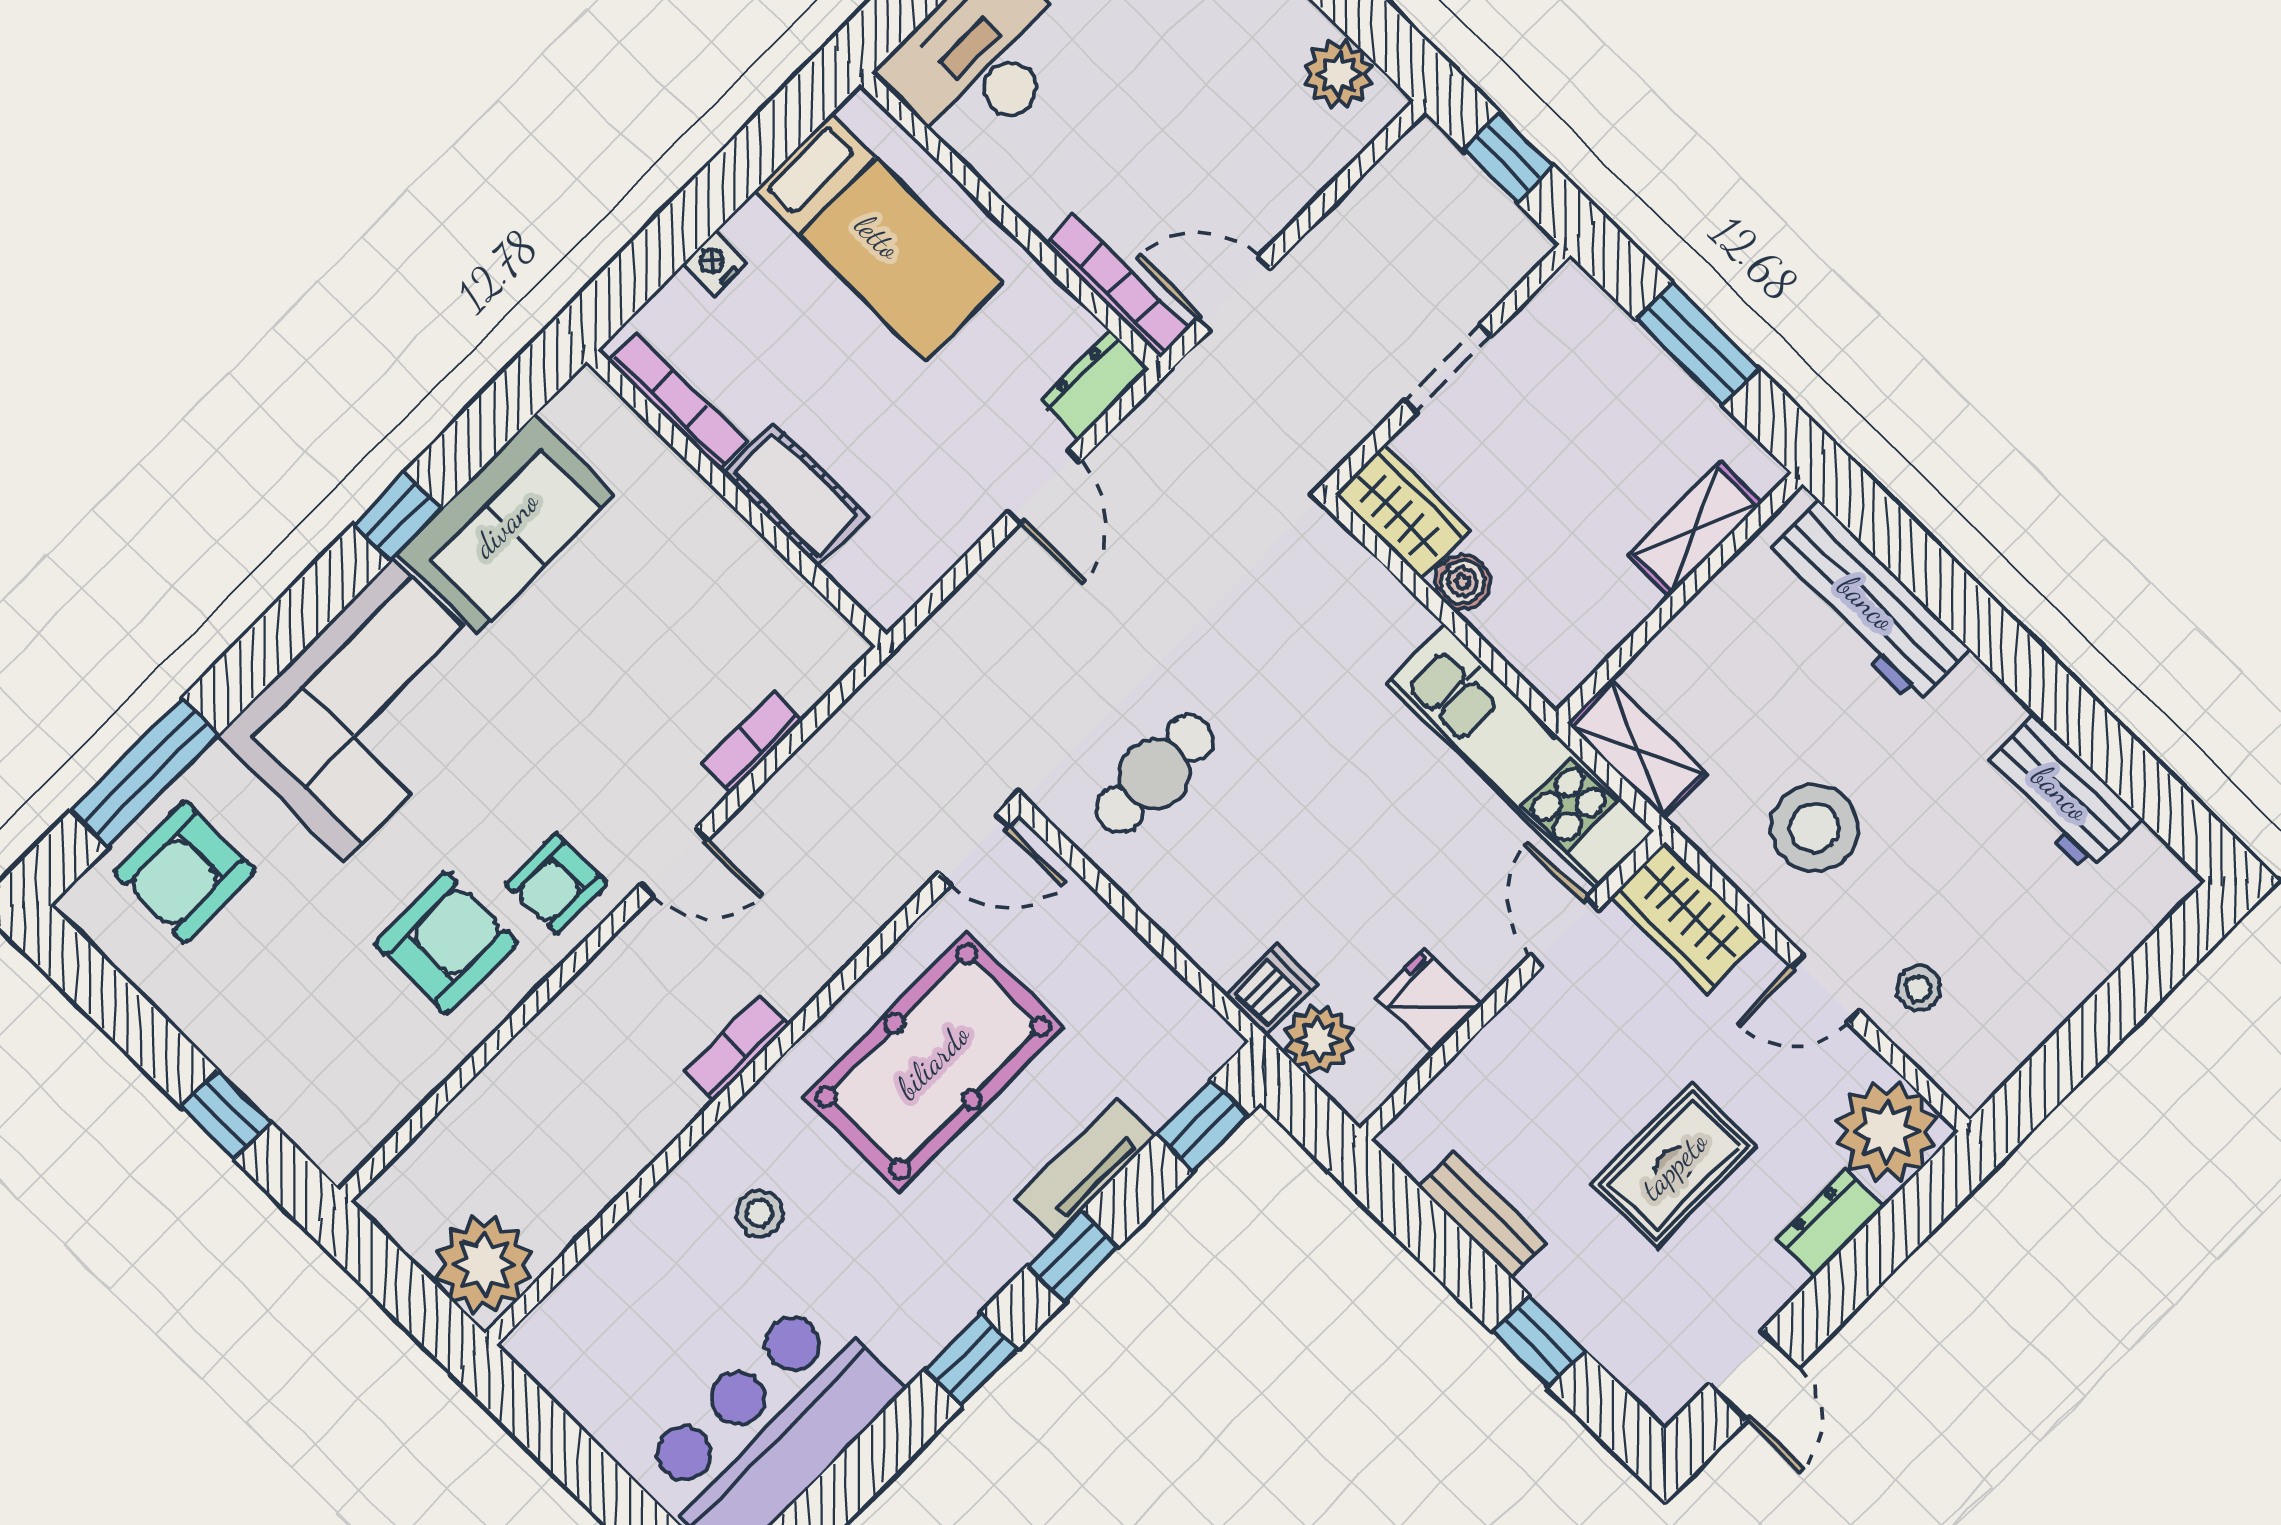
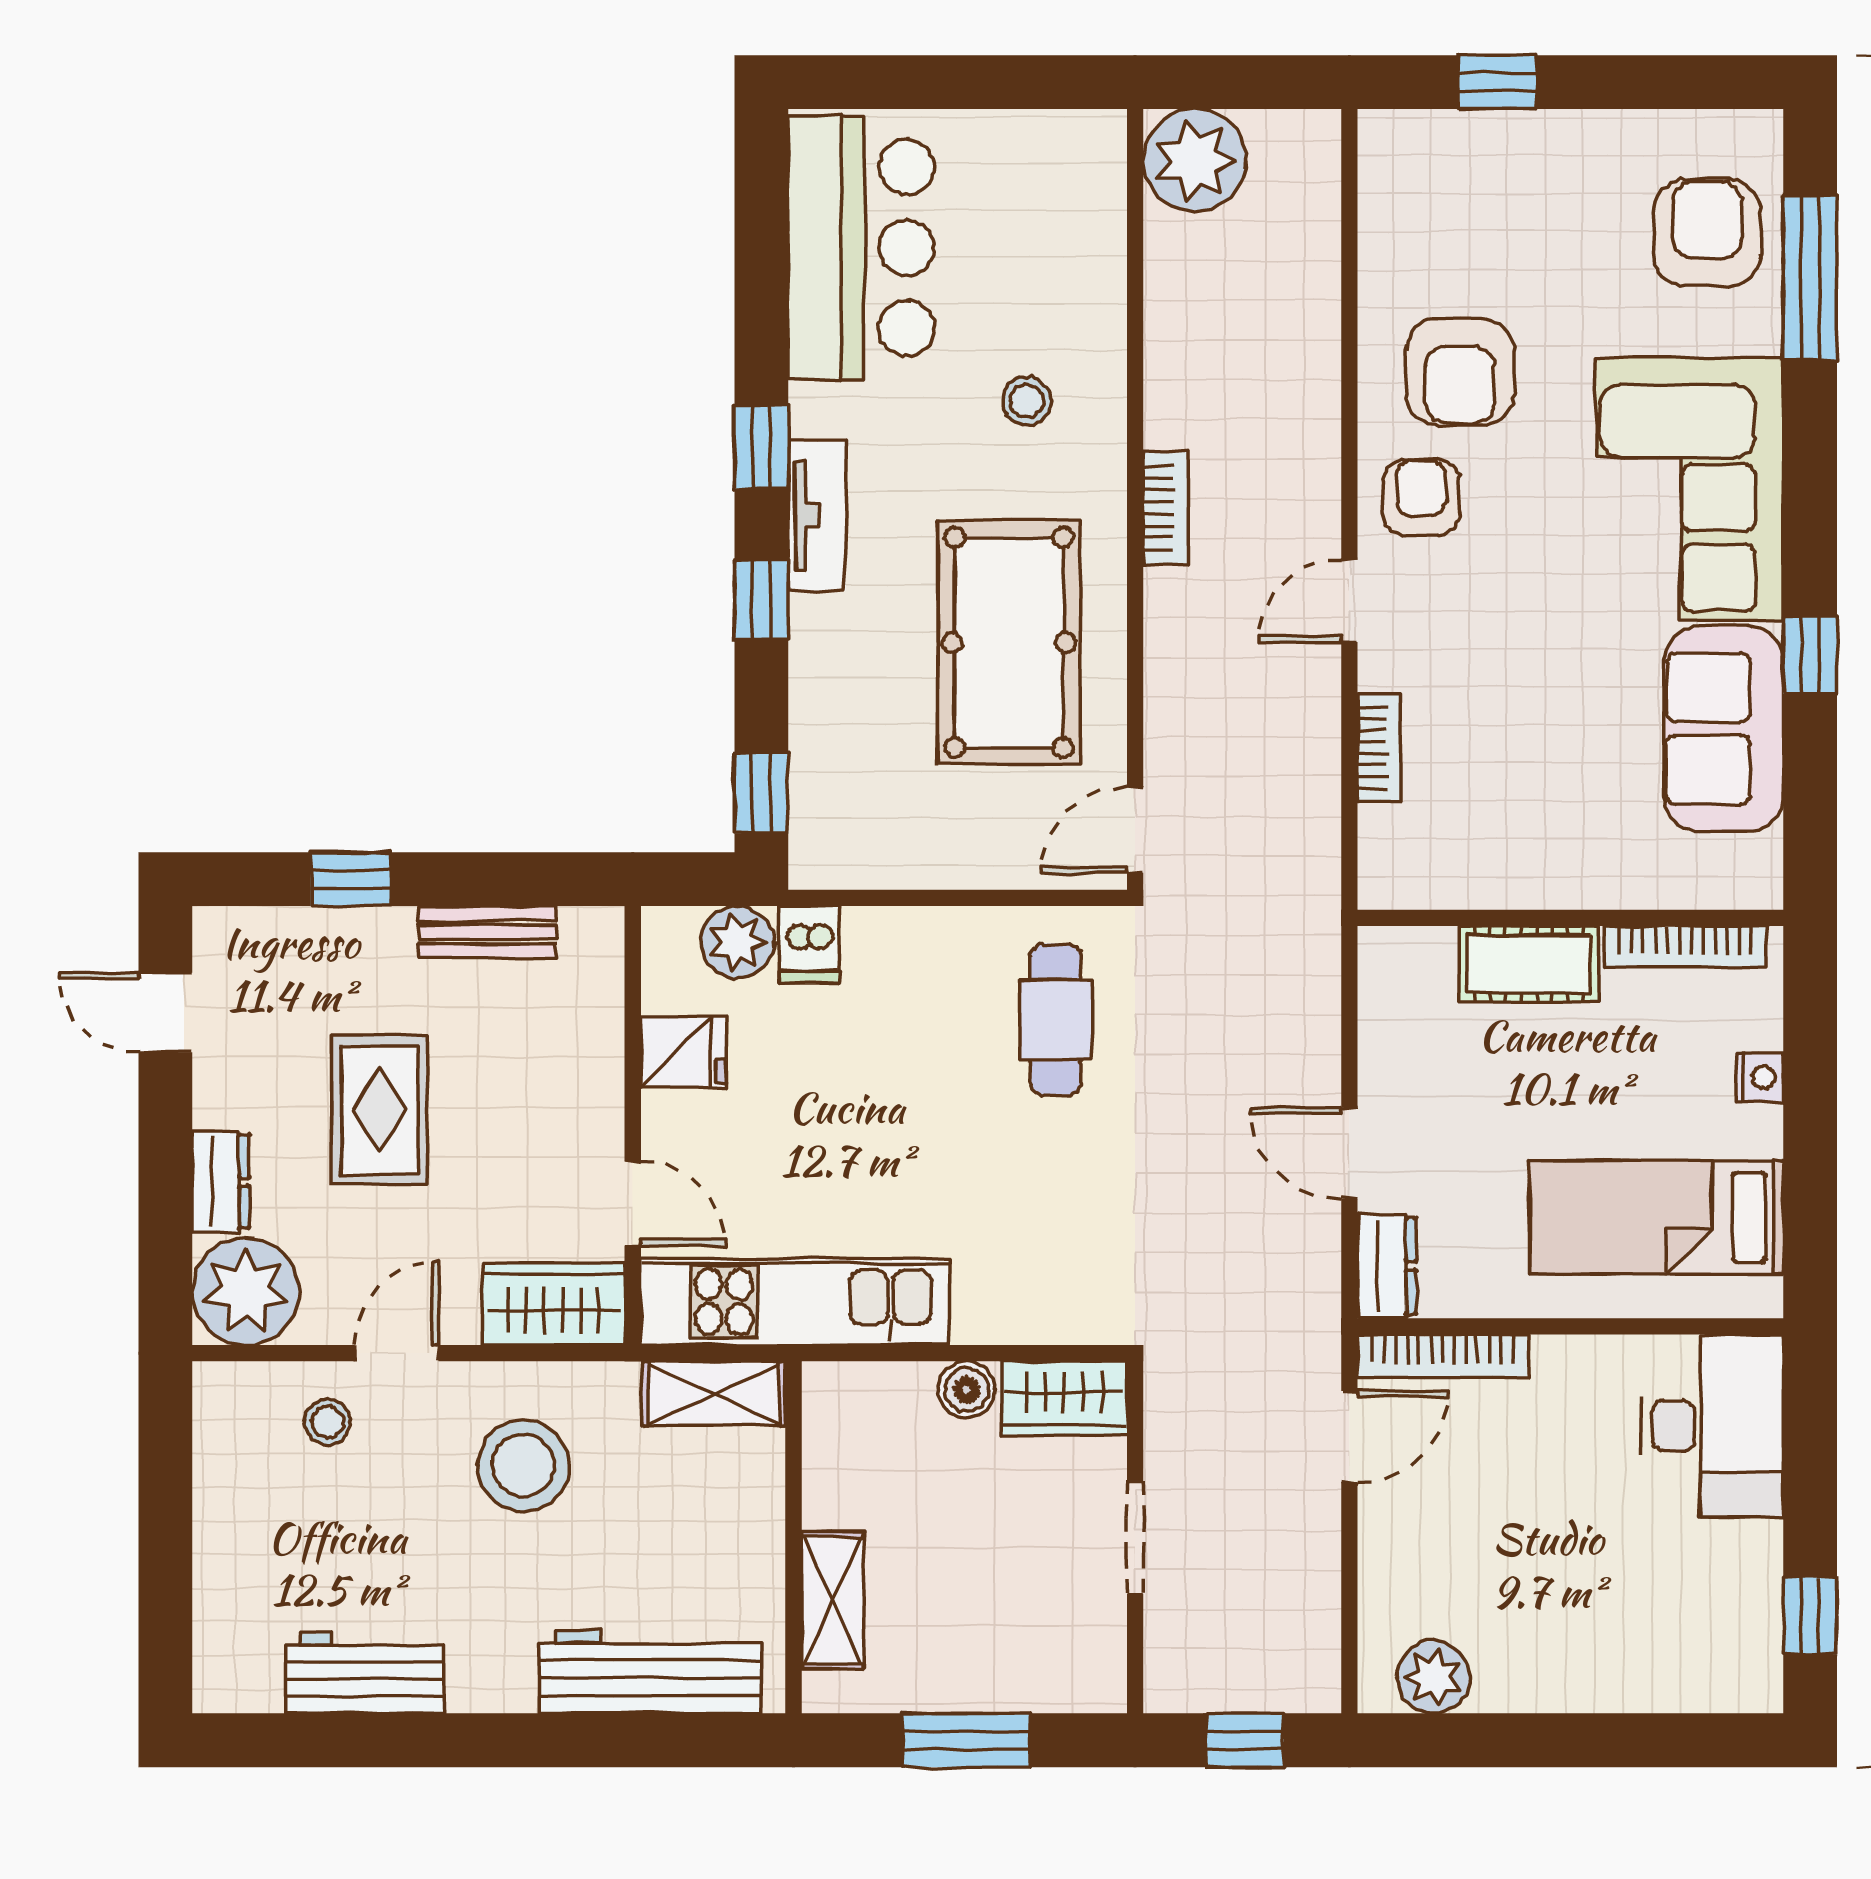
tv unit: (1086, 1168) -> (817, 515), moved

